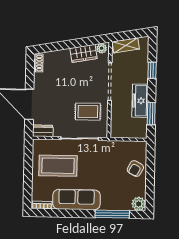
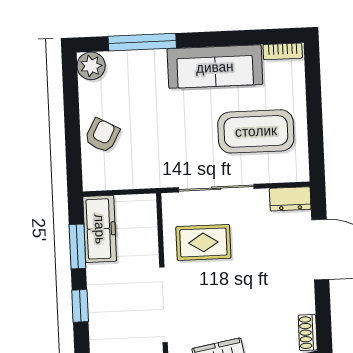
window: (152, 70) -> (80, 306), moved
freezer: (140, 101) -> (100, 229), moved

